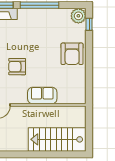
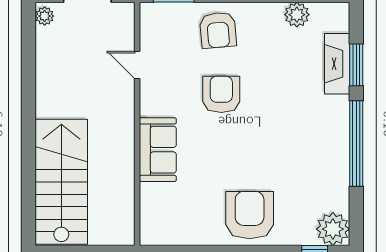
armchair: (72, 54) -> (250, 215), turned 90

